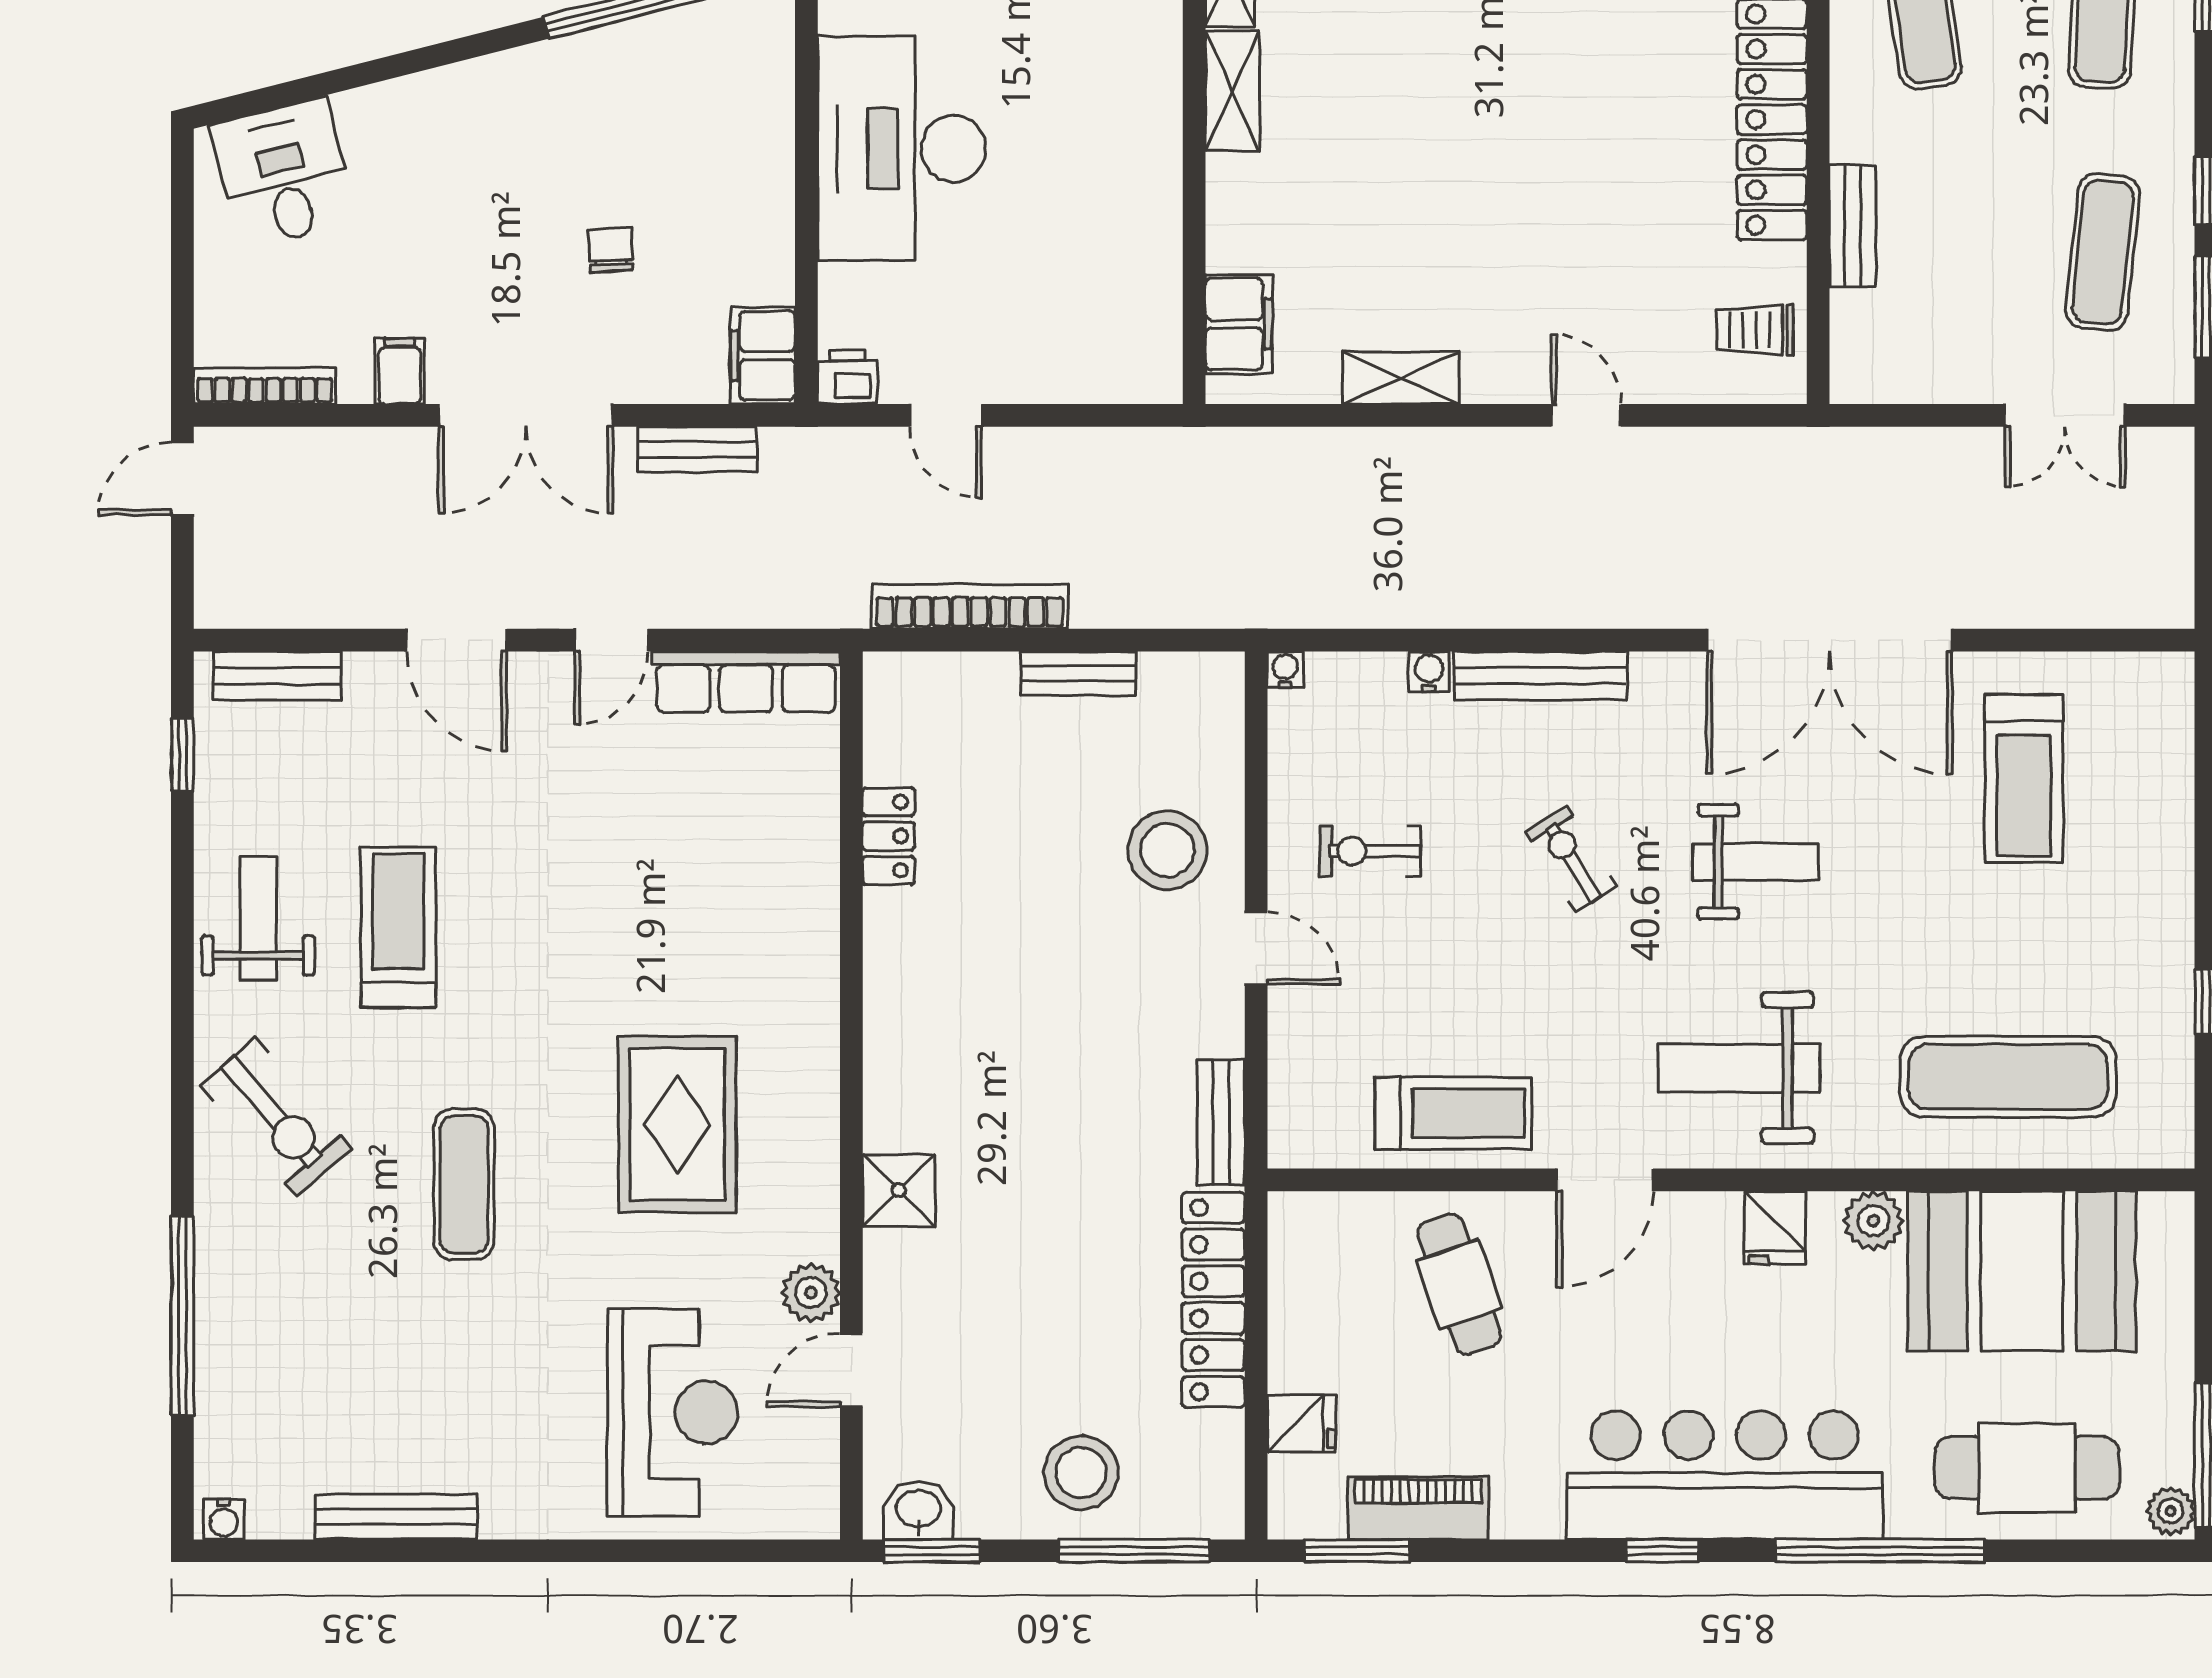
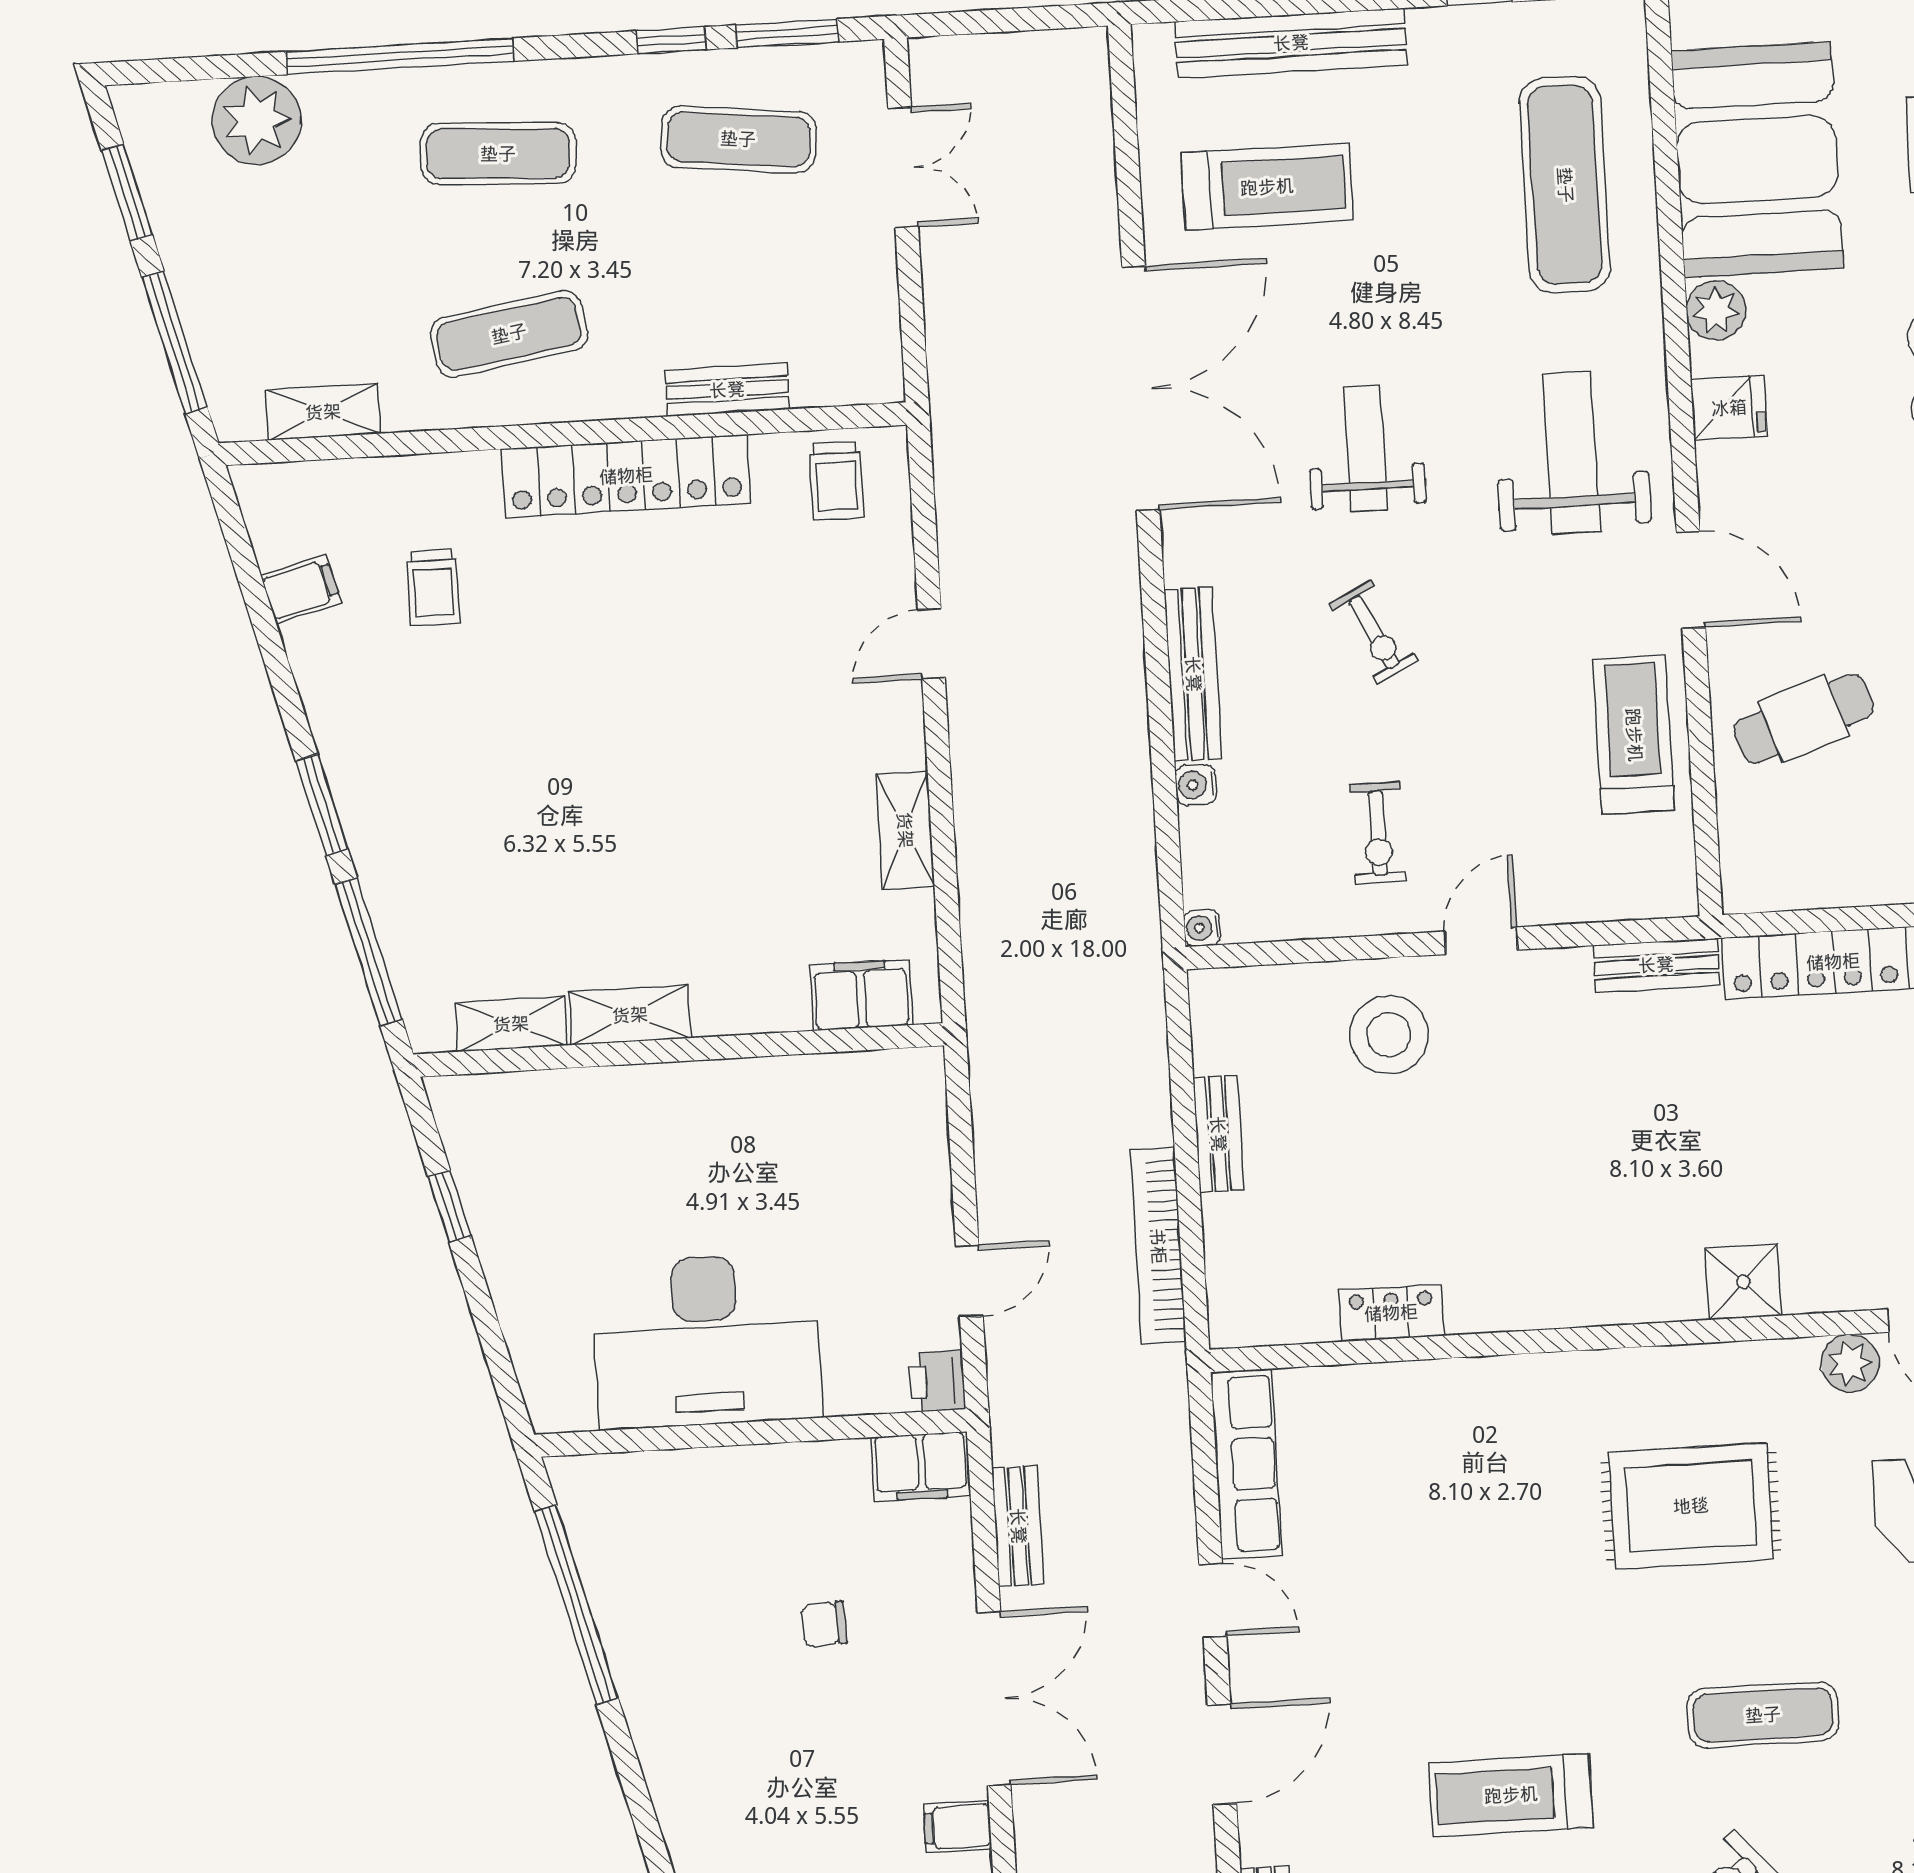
bench: (2166, 811) -> (1291, 43), added
exercise bike: (1571, 859) -> (1374, 632), turned -85
weight bench: (1739, 1068) -> (1572, 453), turned 180

